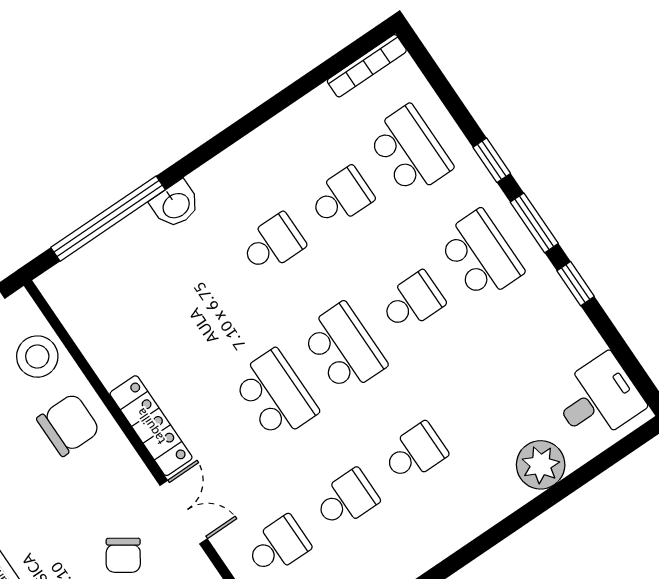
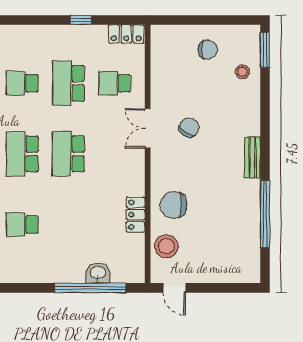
washbasin: (176, 205) -> (98, 273), moved
locker: (151, 426) -> (136, 215), moved, width x0.66
school desk: (346, 499) -> (68, 83), width x1.85

